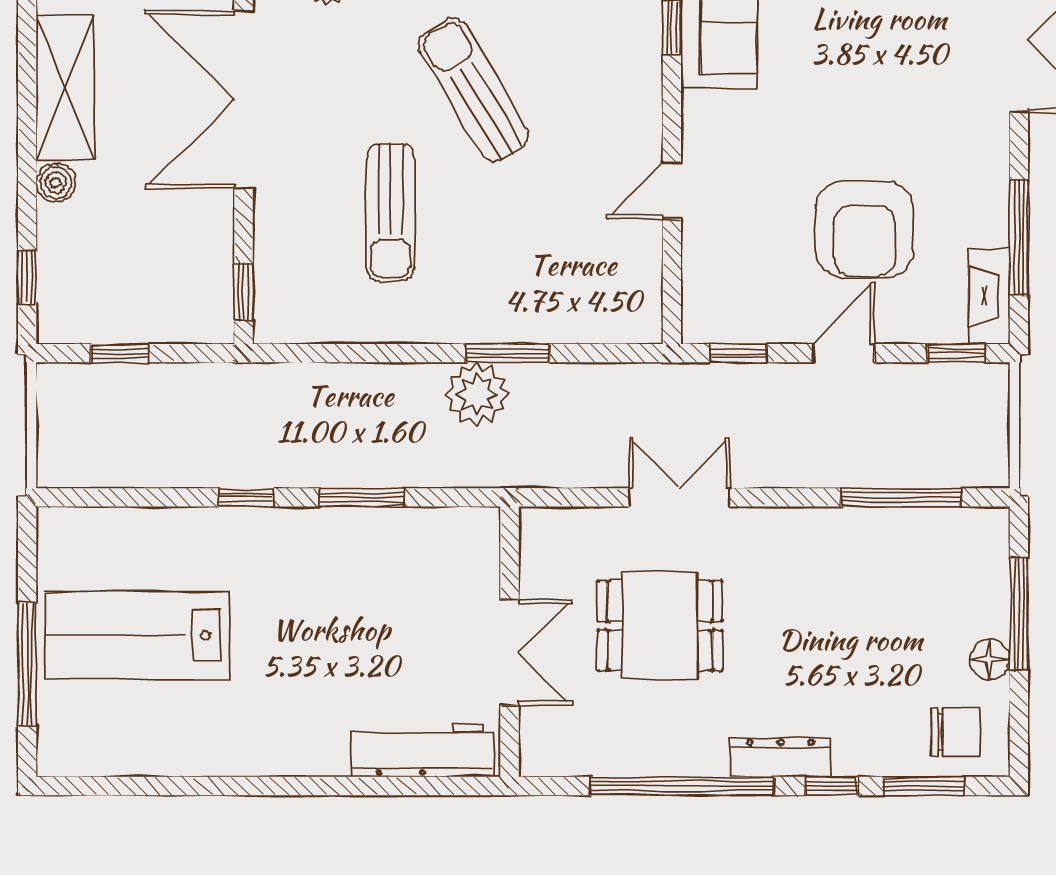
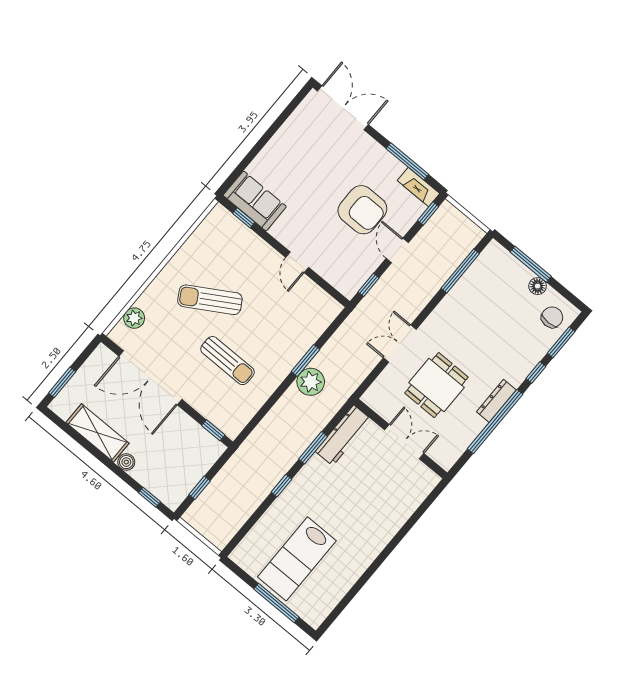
workbench: (422, 750) -> (343, 435), moved, turned 180
dresser: (781, 757) -> (496, 401), moved

